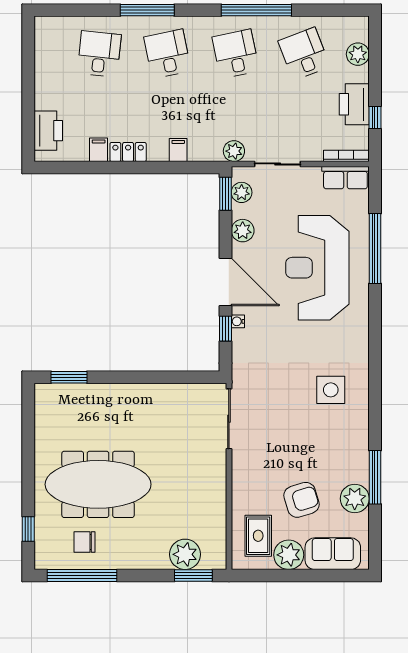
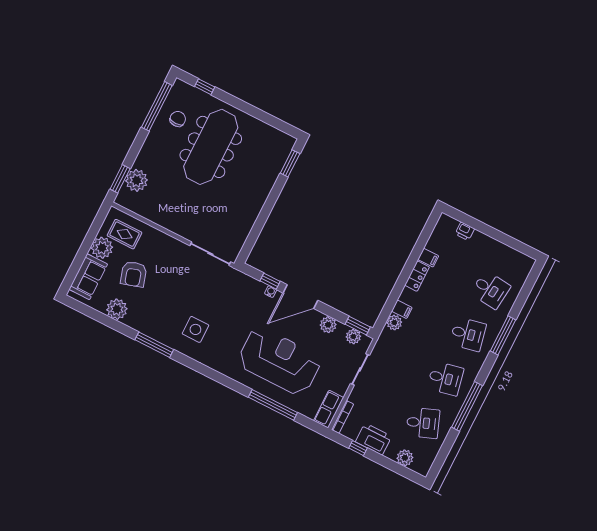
printer: (48, 131) -> (465, 231), width x0.53, depth x0.68
plant: (234, 151) -> (394, 323), moved
window: (375, 477) -> (154, 345), moved

